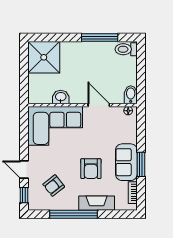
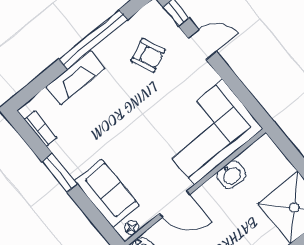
sofa: (126, 162) -> (107, 193), moved
armchair: (91, 169) -> (119, 115), removed
armchair: (54, 185) -> (148, 55), turned 104

